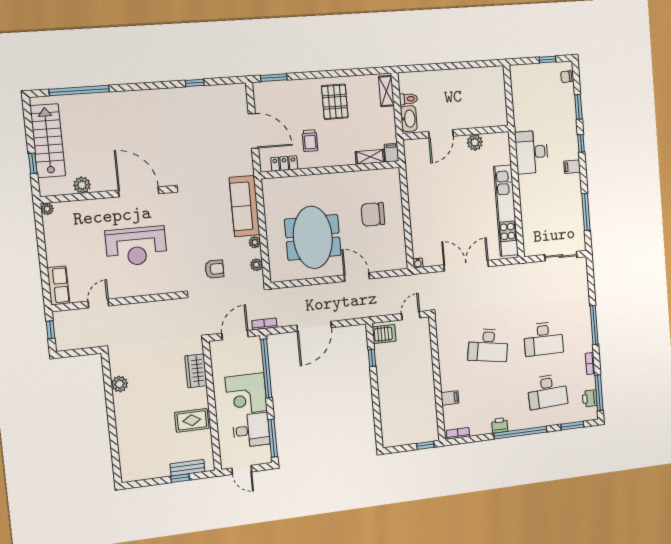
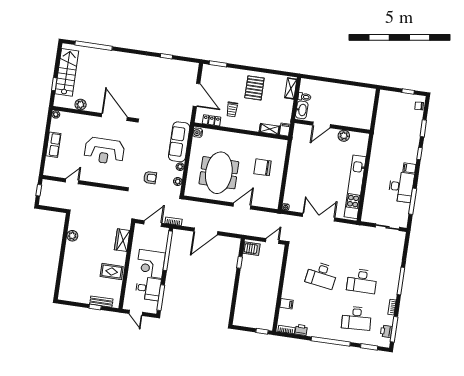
desk: (532, 152) -> (401, 187), moved, turned 180
water cooler: (268, 186) -> (198, 133), added
door: (357, 277) -> (242, 206), hinge flipped
row of seats: (58, 285) -> (53, 145), moved
printer: (500, 425) -> (301, 330), moved

